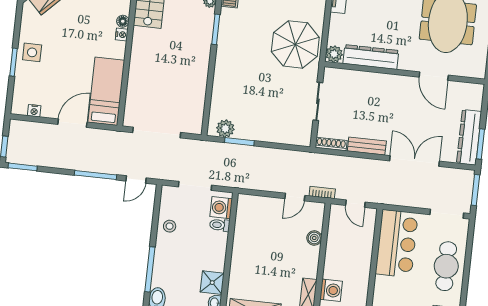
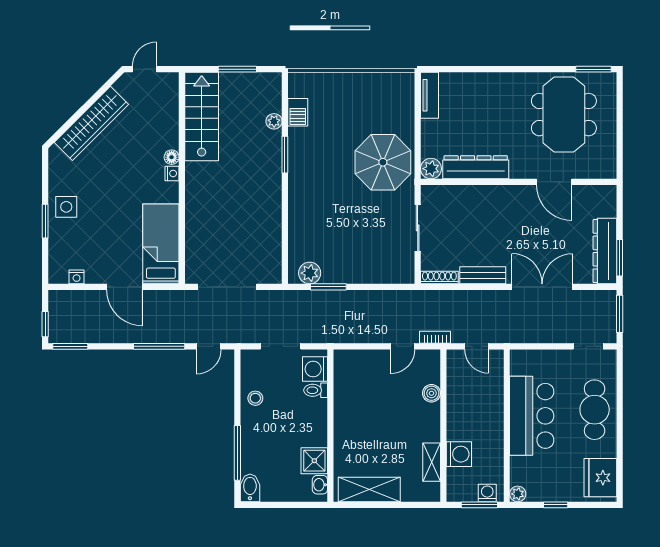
door: (72, 123) -> (124, 287), swing flipped
doorway: (447, 214) -> (588, 346), width x0.73
bar counter: (397, 244) -> (532, 416), moved

